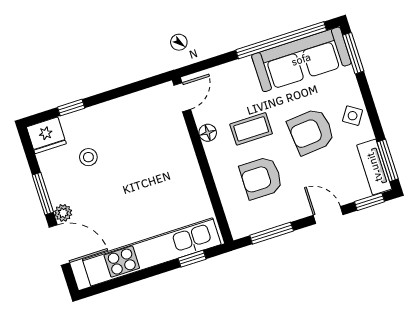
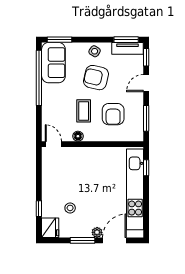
sofa: (301, 59) -> (53, 63), width x0.73
armchair: (311, 132) -> (96, 78), turned 108

